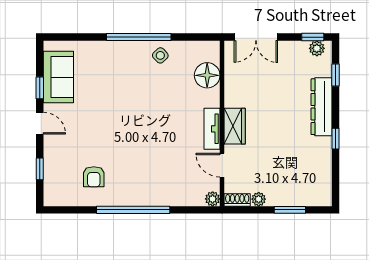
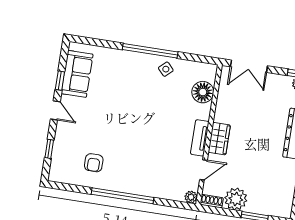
door: (222, 165) -> (203, 170), swing flipped
plant: (259, 199) -> (236, 199), width x1.88, depth x1.88

